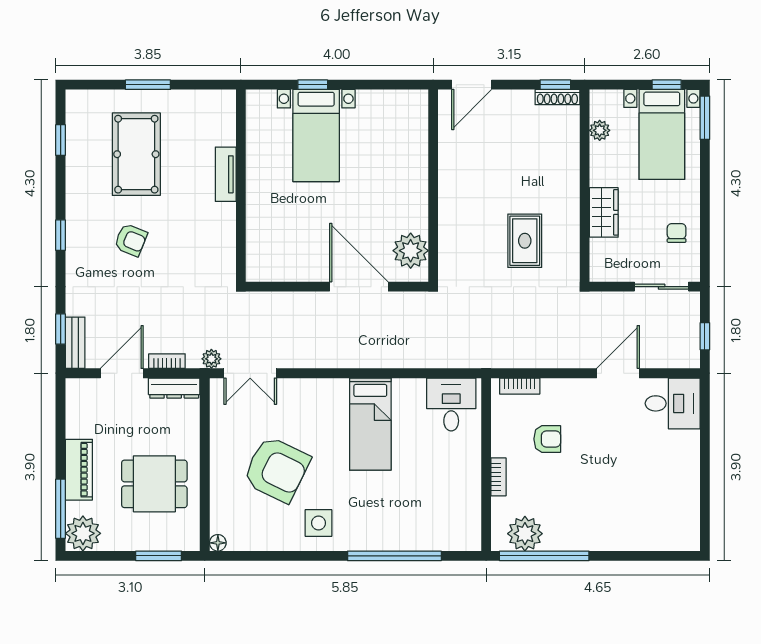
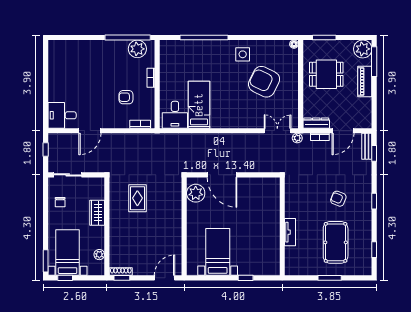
bed with nightstands: (316, 136) -> (218, 252), moved
bed: (370, 424) -> (199, 105), moved

